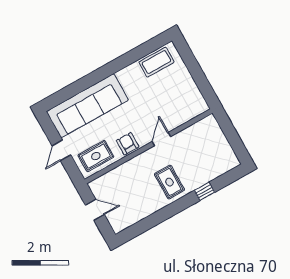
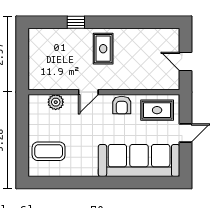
coffee table: (156, 62) -> (49, 151), moved
plant: (184, 115) -> (56, 102), added

